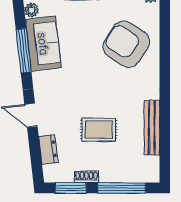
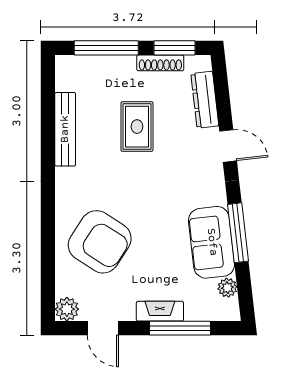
rug: (99, 130) -> (137, 127), turned 90
dresser: (48, 150) -> (205, 100), width x1.44
shoe rack: (86, 177) -> (160, 63), width x1.43

